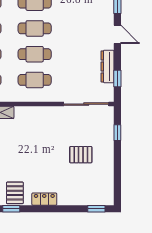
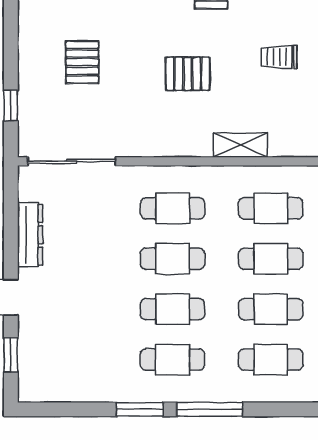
window: (117, 79) -> (11, 211), removed
pallet: (27, 149) -> (188, 74), added
pallet: (81, 155) -> (82, 62), turned 90

